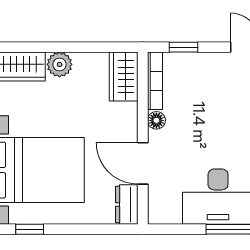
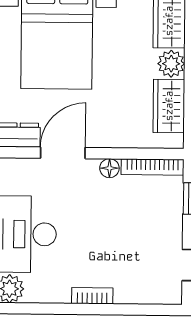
wardrobe: (124, 77) -> (169, 106), moved, turned -90

